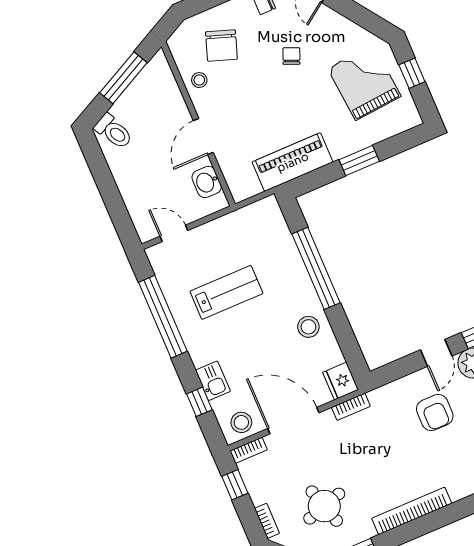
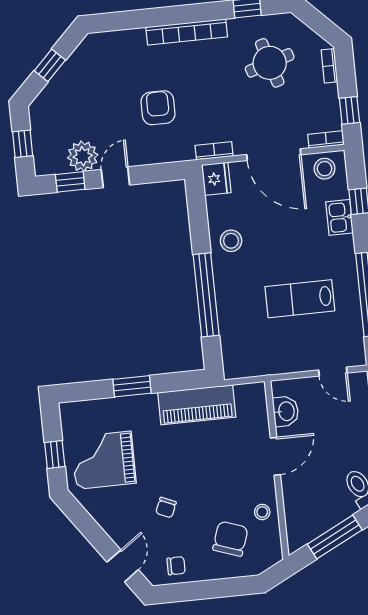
grand piano: (364, 82) -> (104, 460), turned 95
armchair: (435, 413) -> (158, 108), moved

